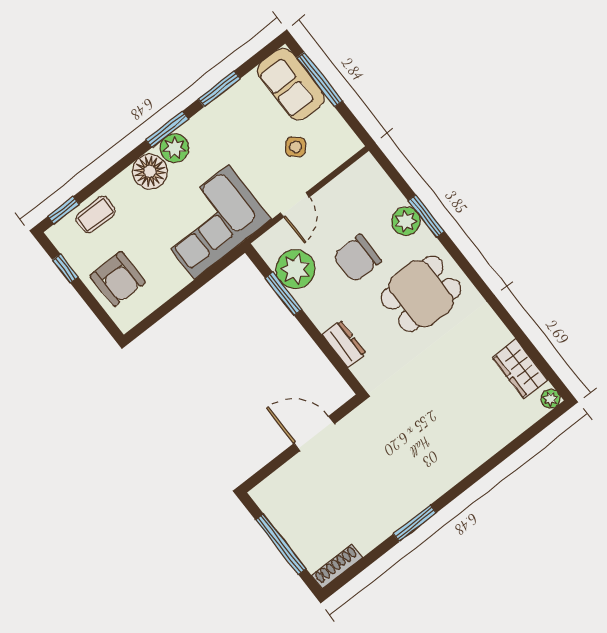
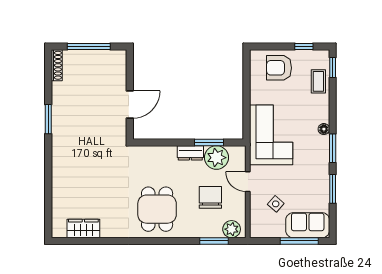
plant: (174, 148) -> (321, 145), removed
floor lamp: (150, 171) -> (324, 129), width x0.53, depth x0.53
window: (426, 216) -> (214, 241), moved
plant: (406, 221) -> (232, 229), moved
chair: (357, 258) -> (210, 197), moved
dresser: (344, 344) -> (190, 153), moved
plant: (551, 399) -> (57, 232), removed

